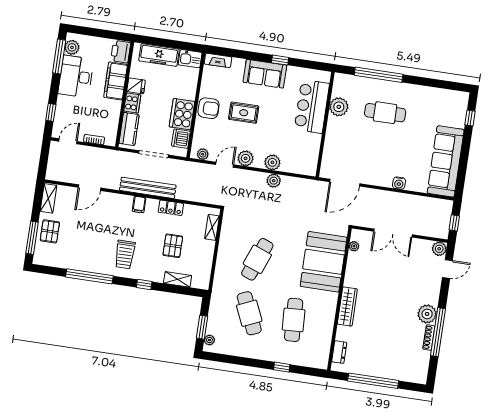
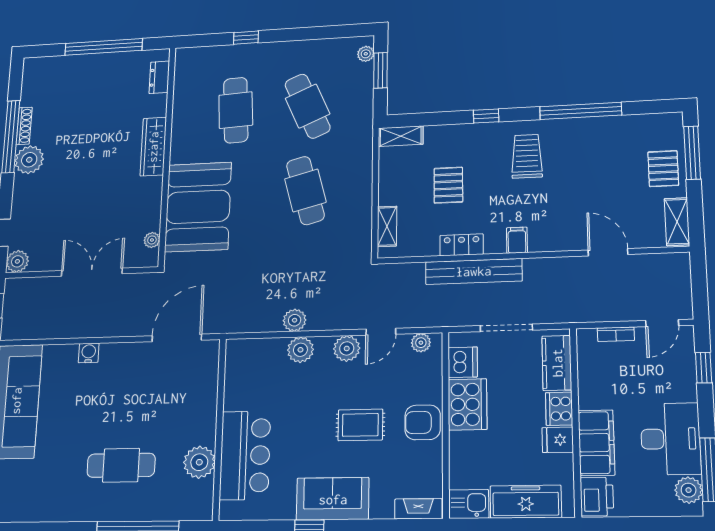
door: (90, 188) -> (608, 252), hinge flipped
bench: (148, 188) -> (474, 271), moved
cafe table: (257, 259) -> (305, 190), turned -36
shelving: (178, 279) -> (401, 136), moved

